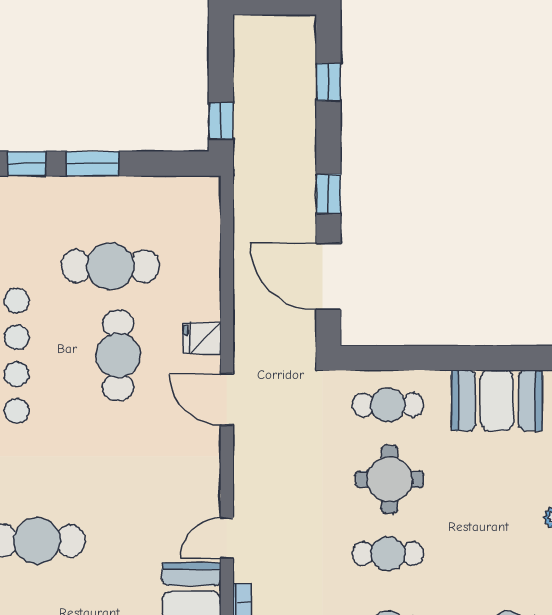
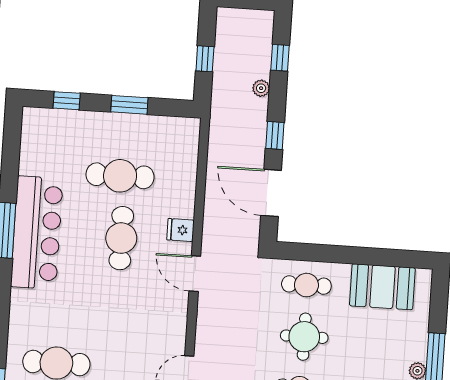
window: (221, 121) -> (205, 59), moved
plant: (304, 127) -> (261, 88), added
window: (93, 164) -> (129, 105), moved

